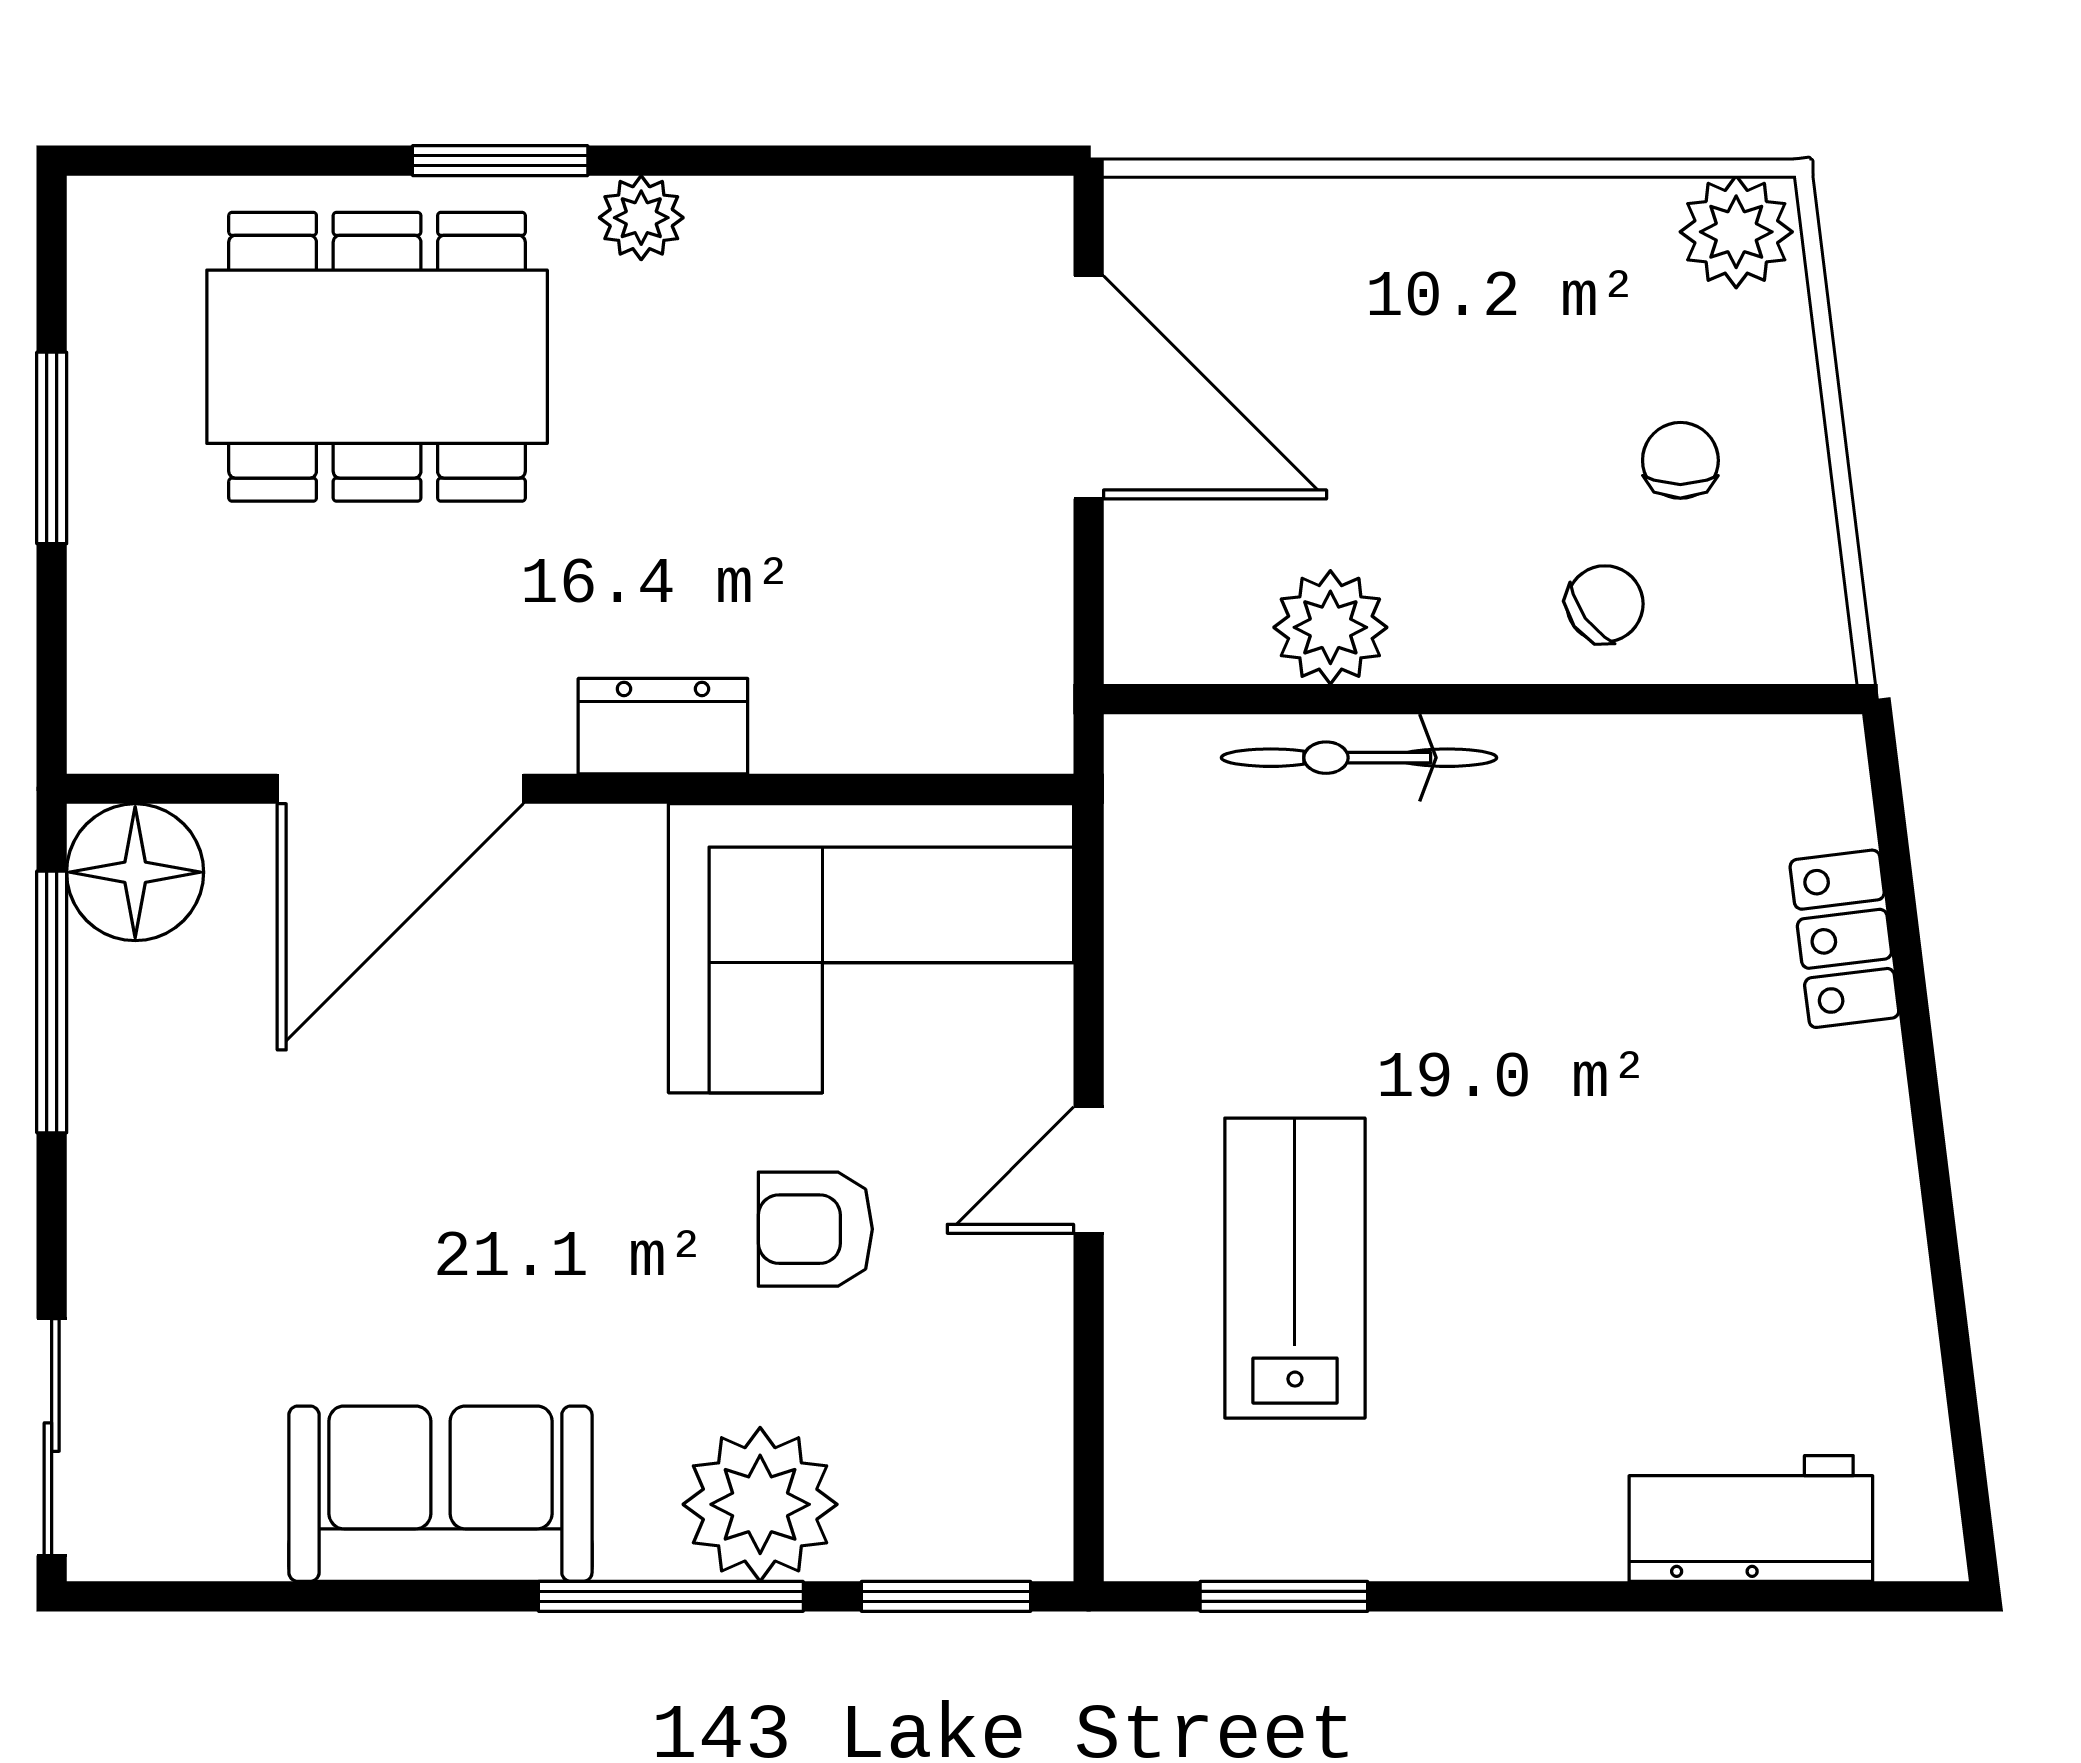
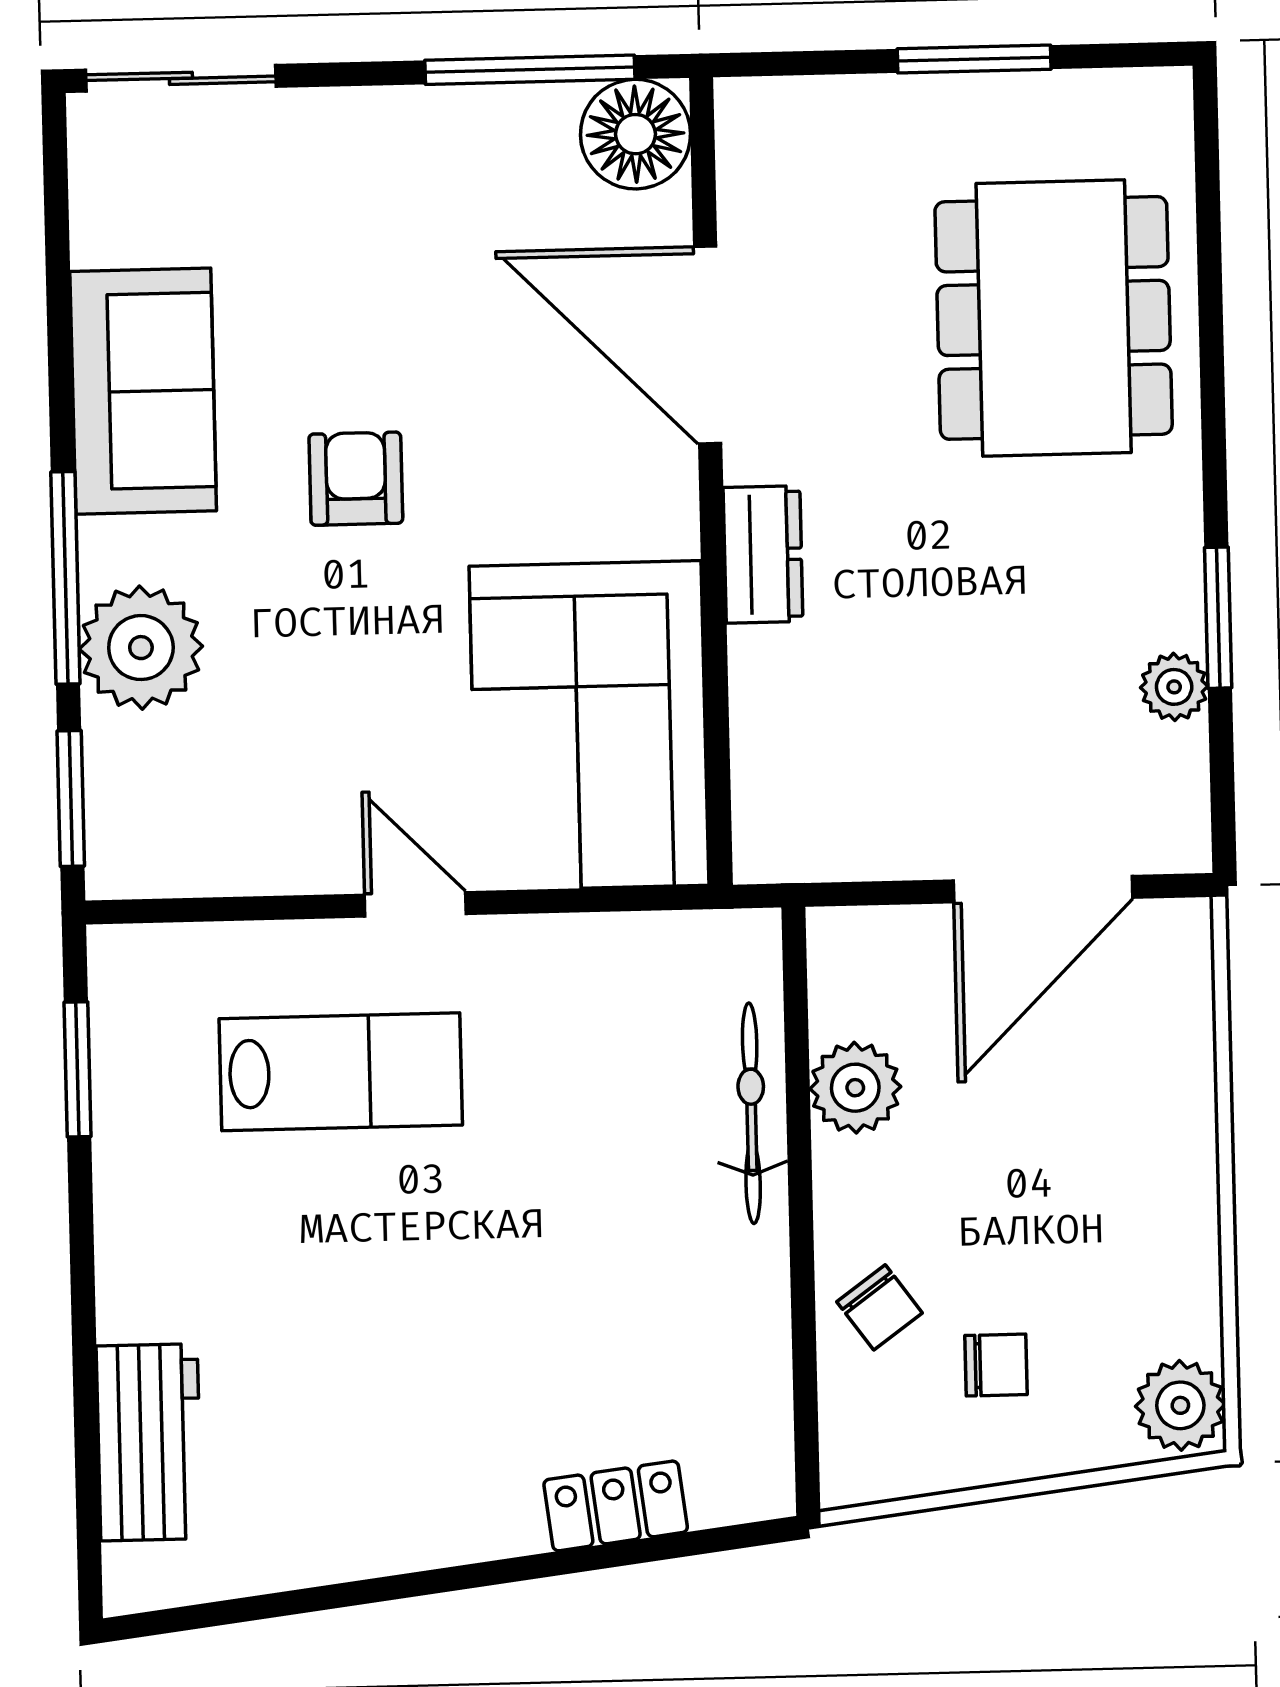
window: (500, 161) -> (1218, 618), moved
plant: (641, 218) -> (1174, 687), moved
armchair: (815, 1229) -> (356, 479), moved

